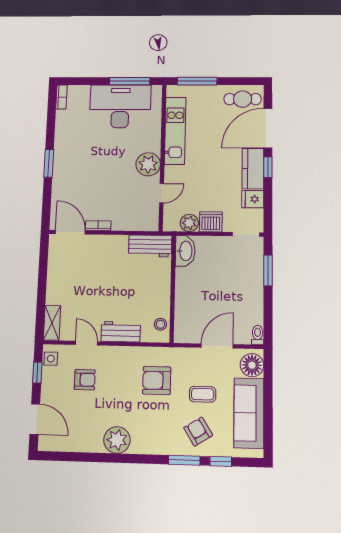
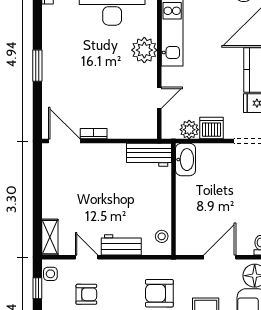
plant: (148, 164) -> (144, 50), moved

